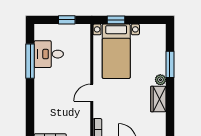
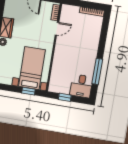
desk: (49, 54) -> (81, 86), moved, turned 90
door: (92, 93) -> (57, 29), moved

